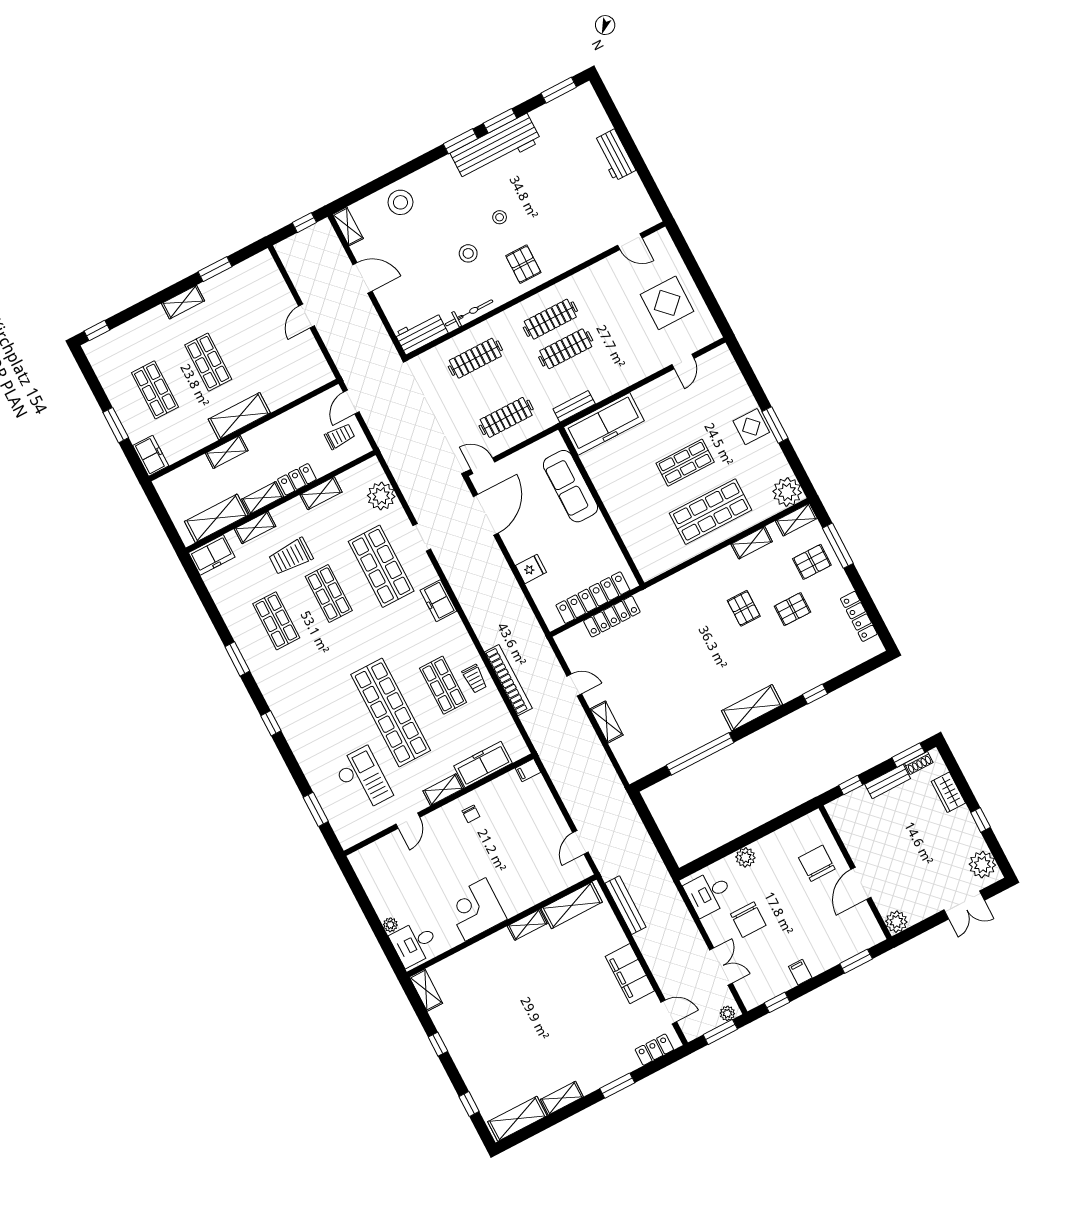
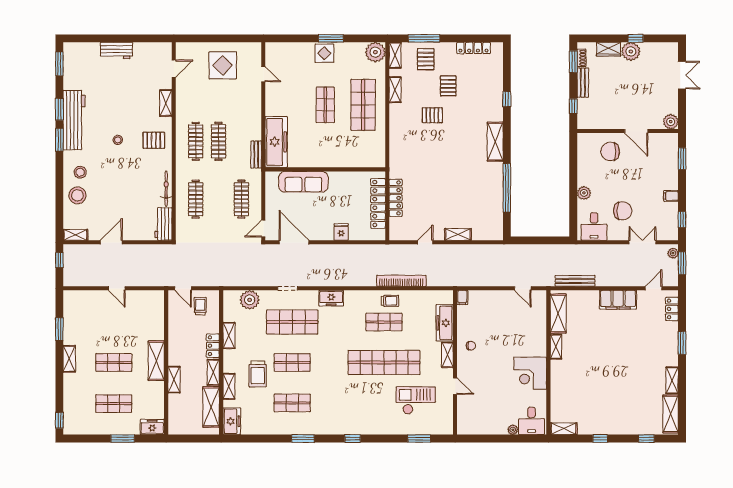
stool: (468, 253) -> (80, 172), moved
shelving: (580, 255) -> (166, 103), added
plant: (982, 865) -> (631, 51), moved

